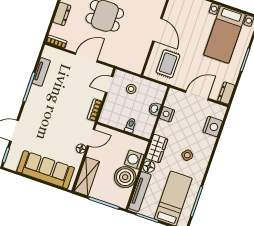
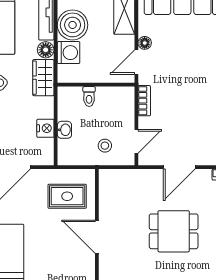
rug: (168, 64) -> (67, 196), turned 90

